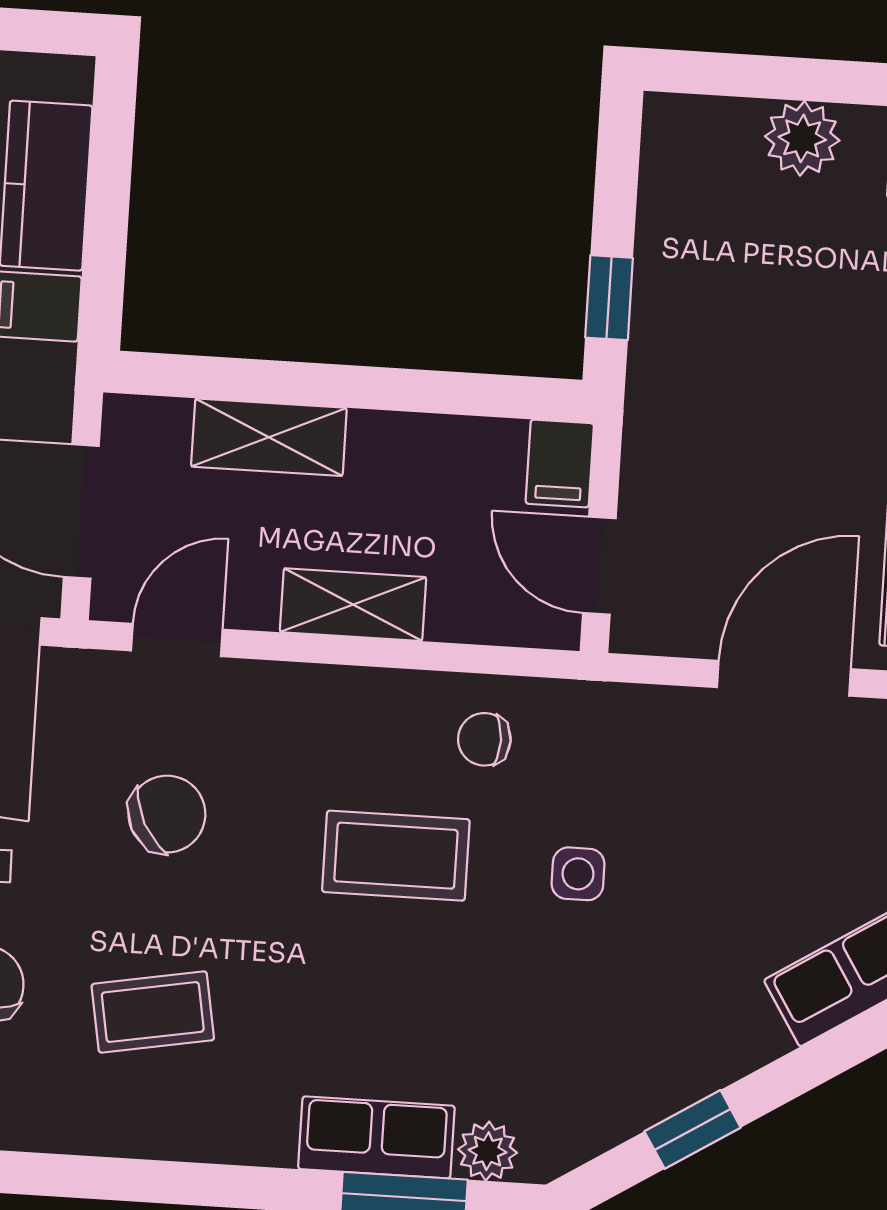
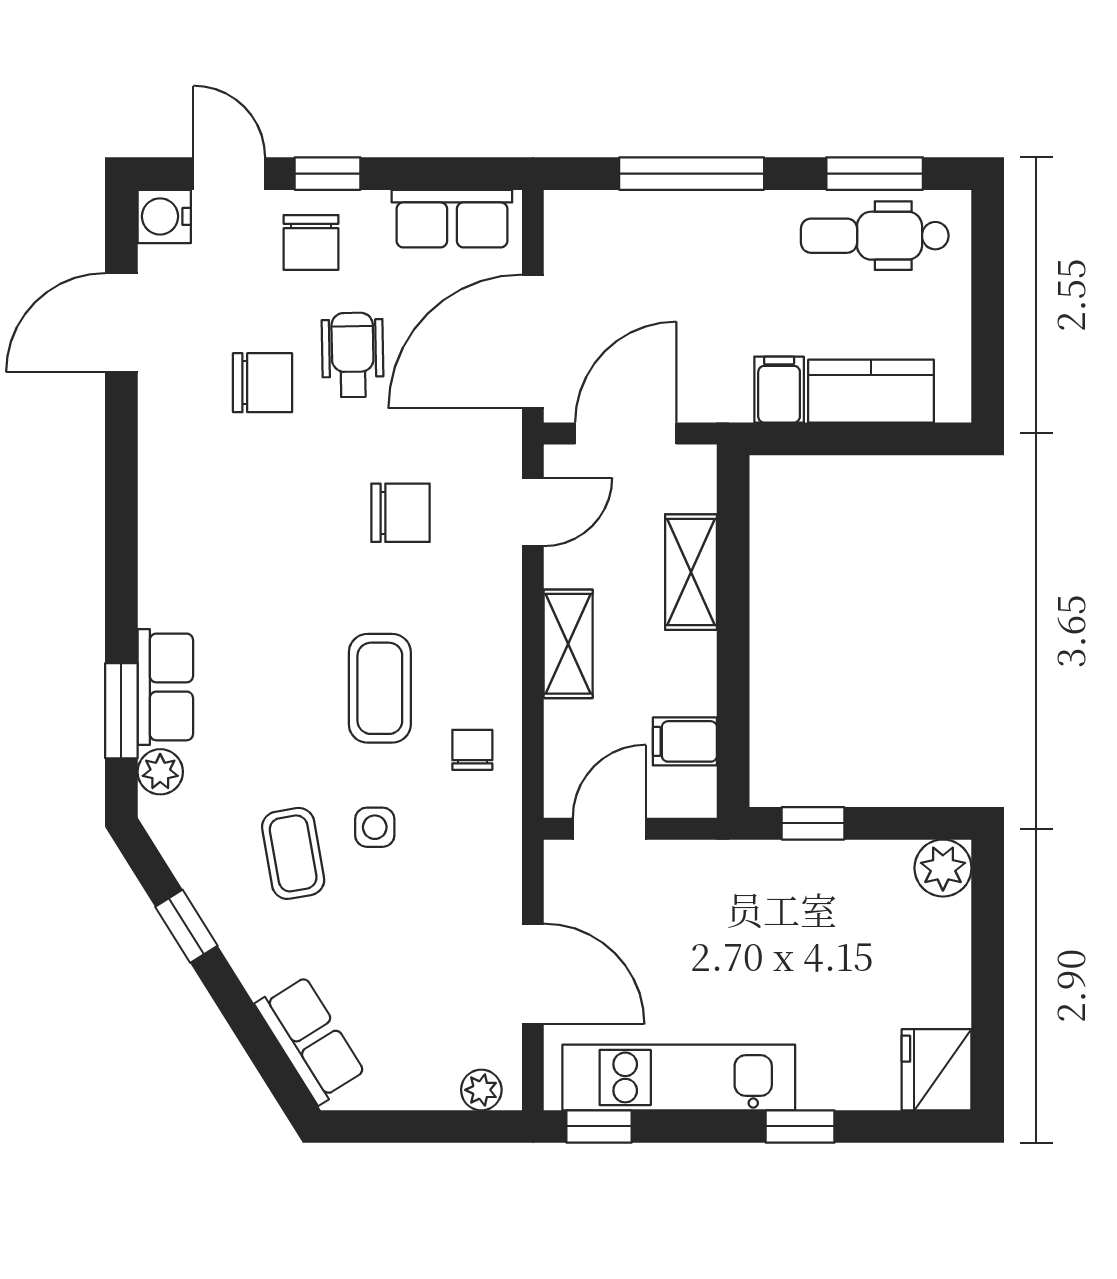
plant: (802, 138) -> (943, 868), moved
filing cabinet: (560, 464) -> (685, 741), moved
door: (177, 640) -> (533, 512), hinge flipped
chair: (167, 814) -> (400, 513), turned -63
coffee table: (153, 1012) -> (293, 853), moved

